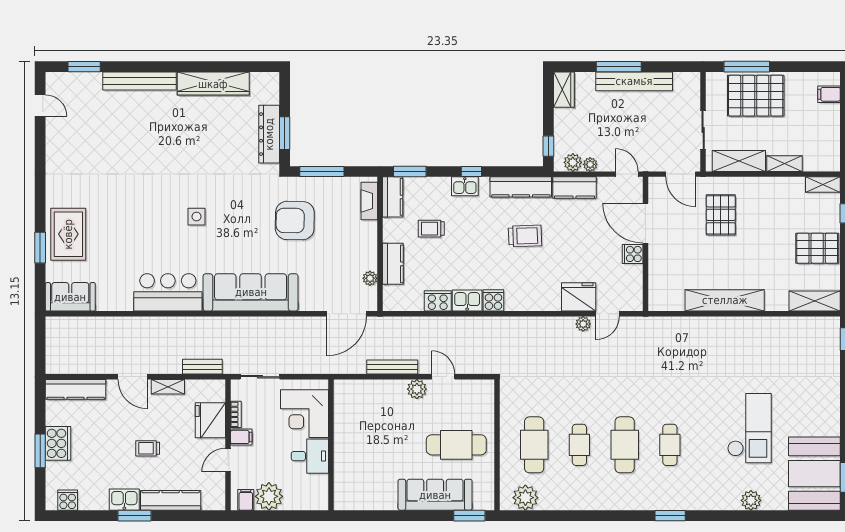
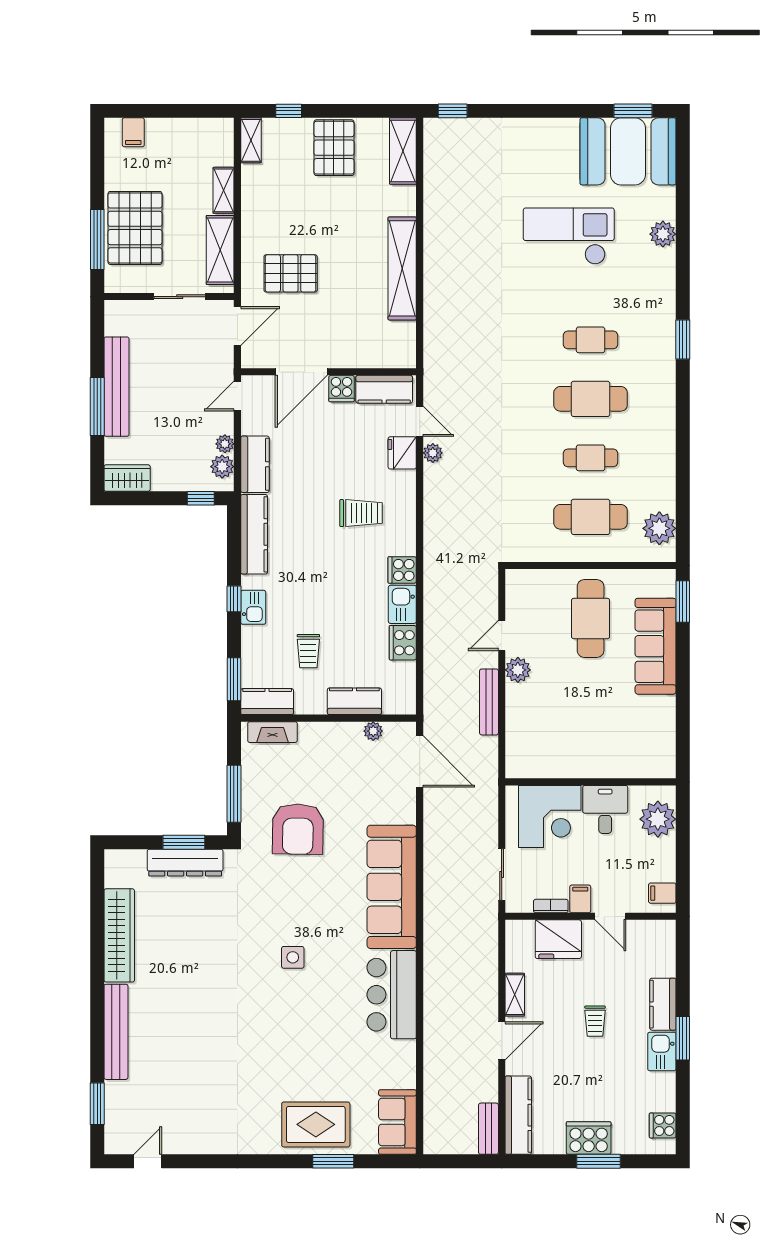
trolley: (525, 236) -> (361, 513), moved, turned 92
kitchen counter: (632, 287) -> (384, 389), added
fridge: (579, 297) -> (402, 453), width x0.73, depth x0.75
bench: (202, 367) -> (488, 1129), moved
plant: (269, 496) -> (658, 819), moved
kitchen counter: (171, 500) -> (663, 1004), width x0.67

